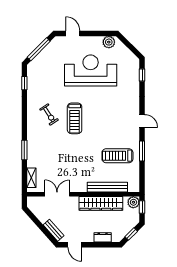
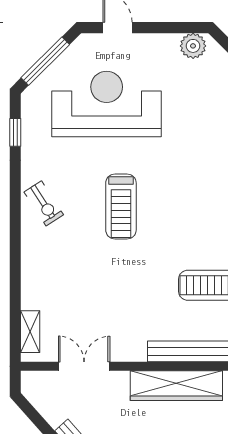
reception desk: (91, 70) -> (107, 104), moved
exercise bike: (49, 115) -> (44, 203), moved
window: (24, 150) -> (15, 273), removed

